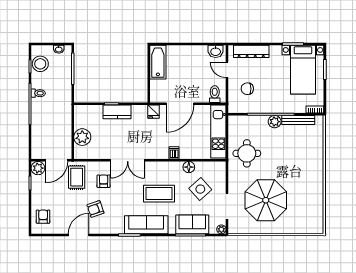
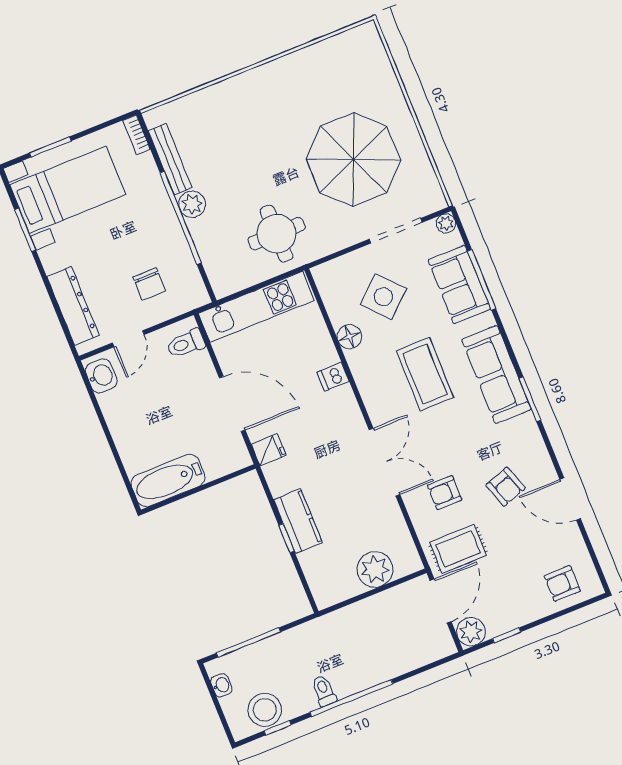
door: (57, 160) -> (441, 601), hinge flipped

